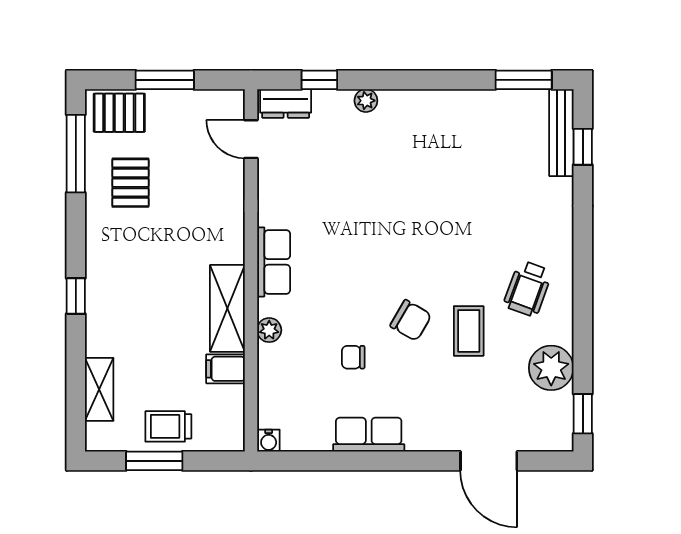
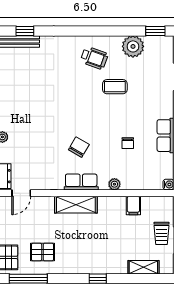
shelving: (227, 308) -> (76, 205), moved
chair: (411, 320) -> (79, 147), moved

